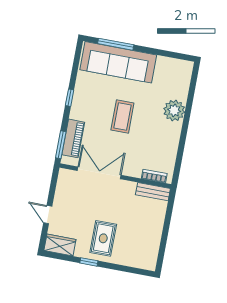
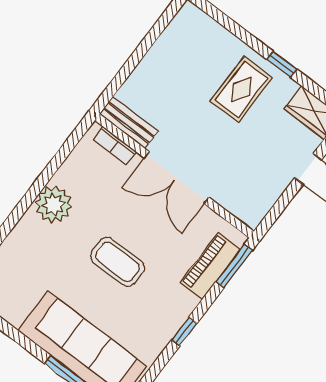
plant: (174, 110) -> (54, 204), moved
coffee table: (122, 116) -> (118, 262), turned 90
double door: (99, 173) -> (177, 178), moved

